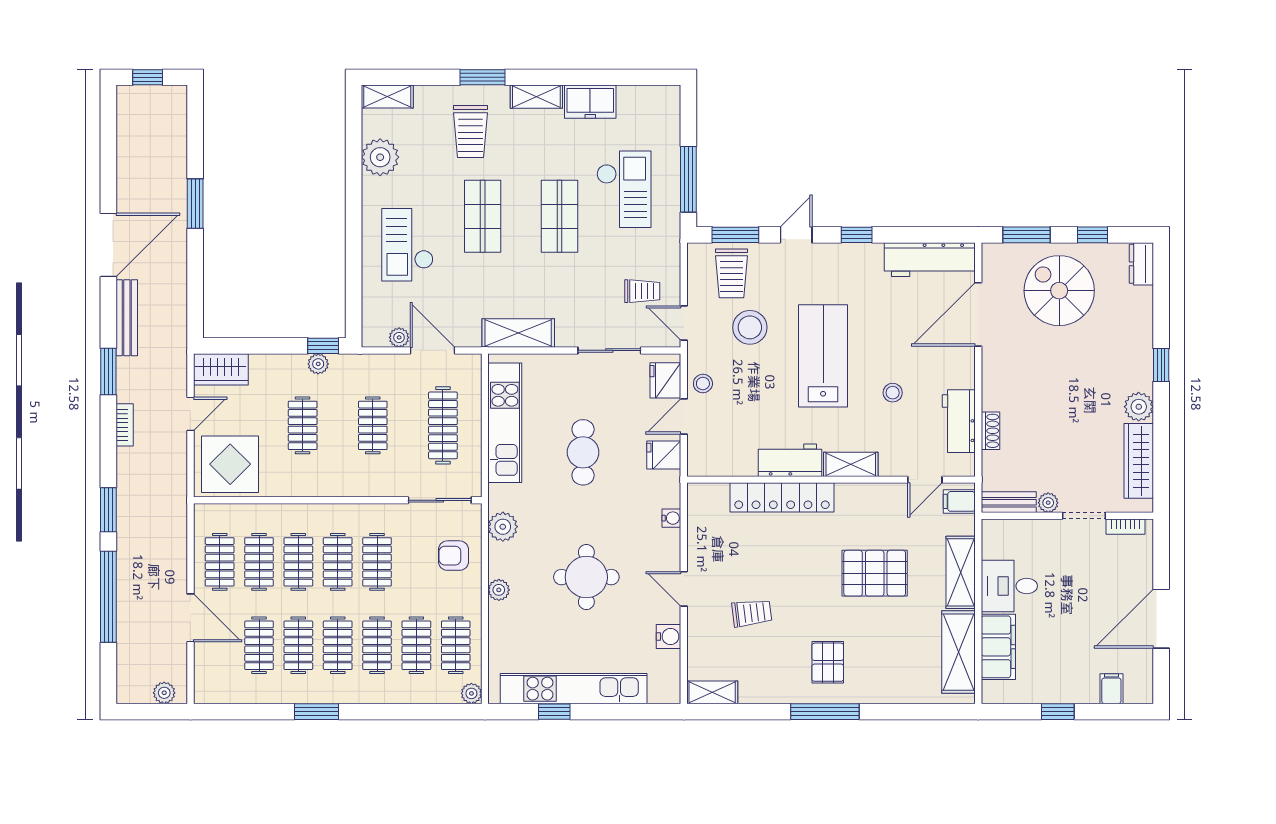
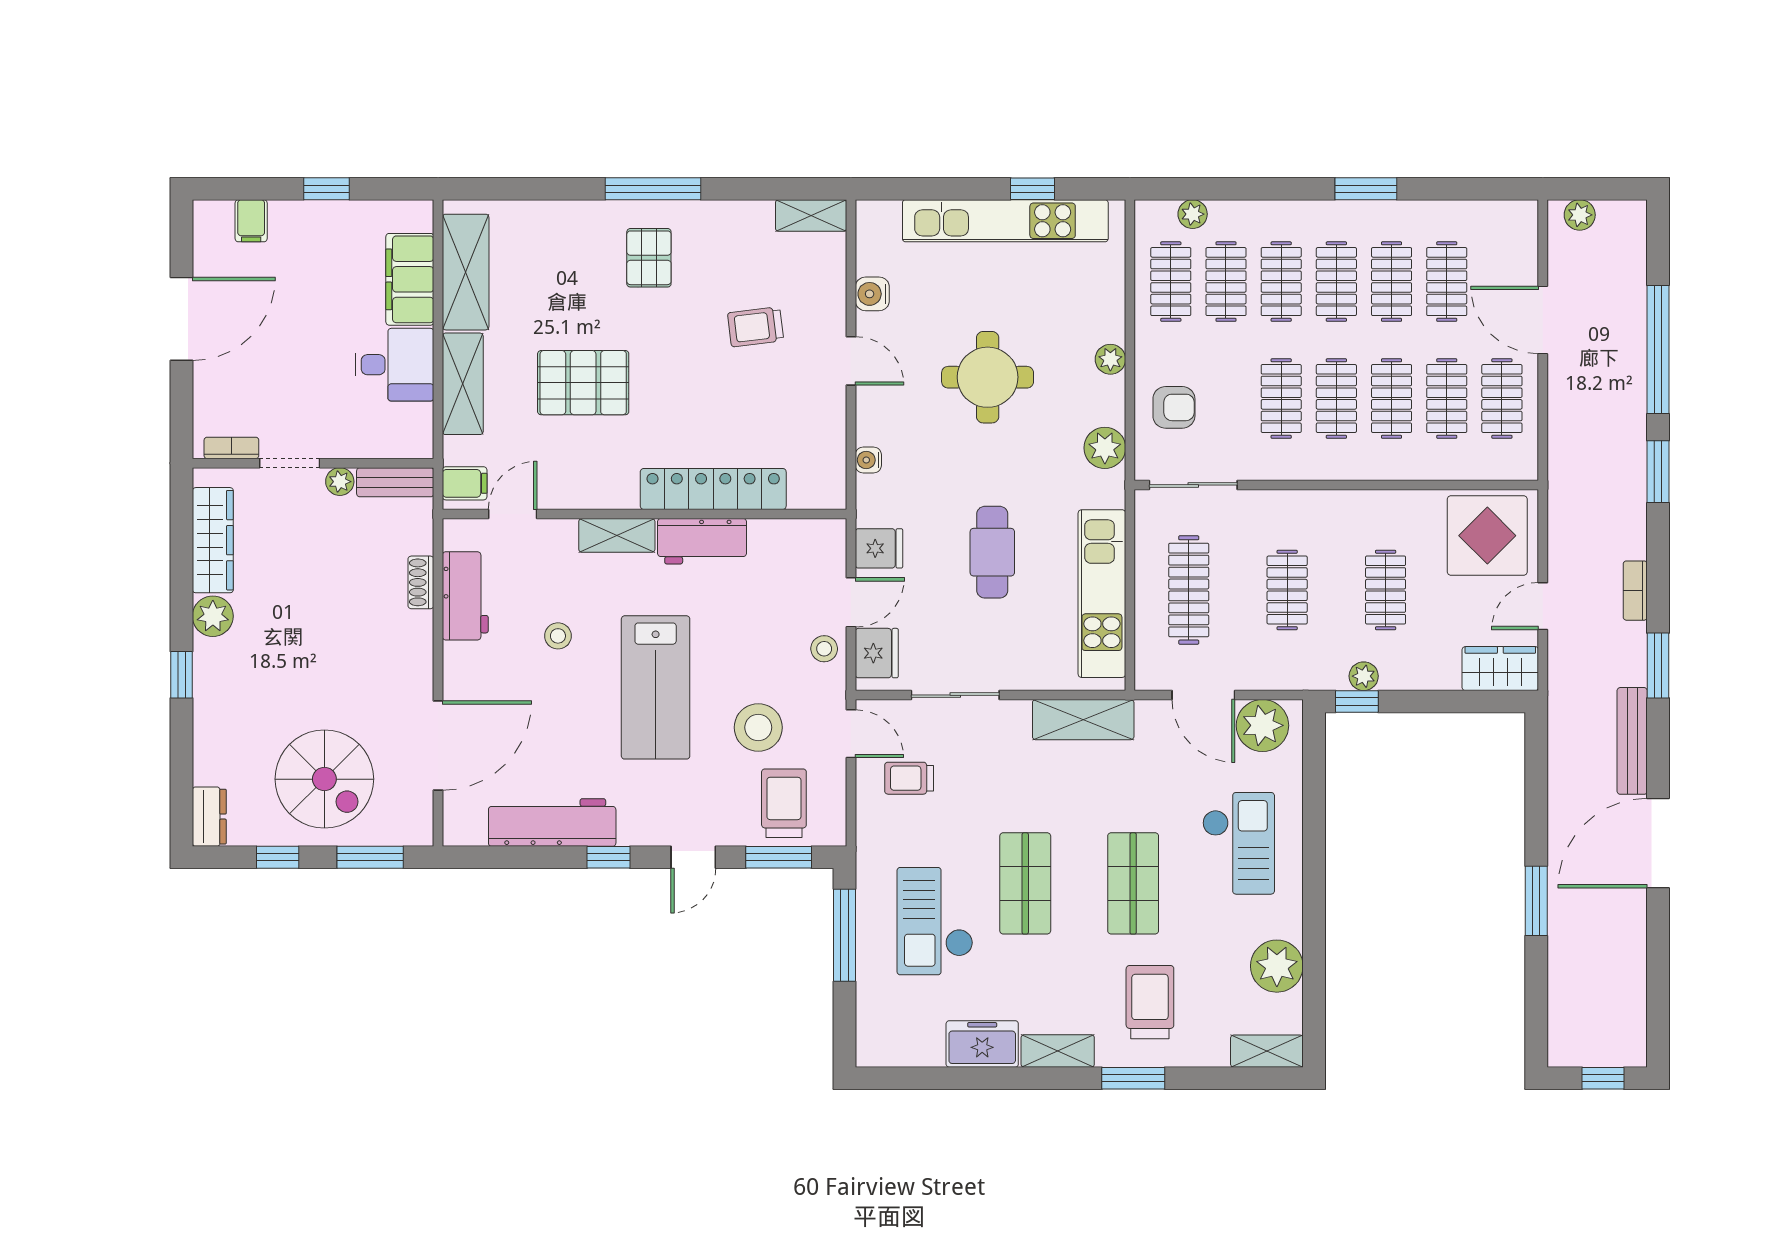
workbench: (930, 260) -> (552, 823), moved
plant: (399, 337) -> (1262, 725), width x1.88, depth x1.88
plant: (471, 693) -> (1193, 214), moved

